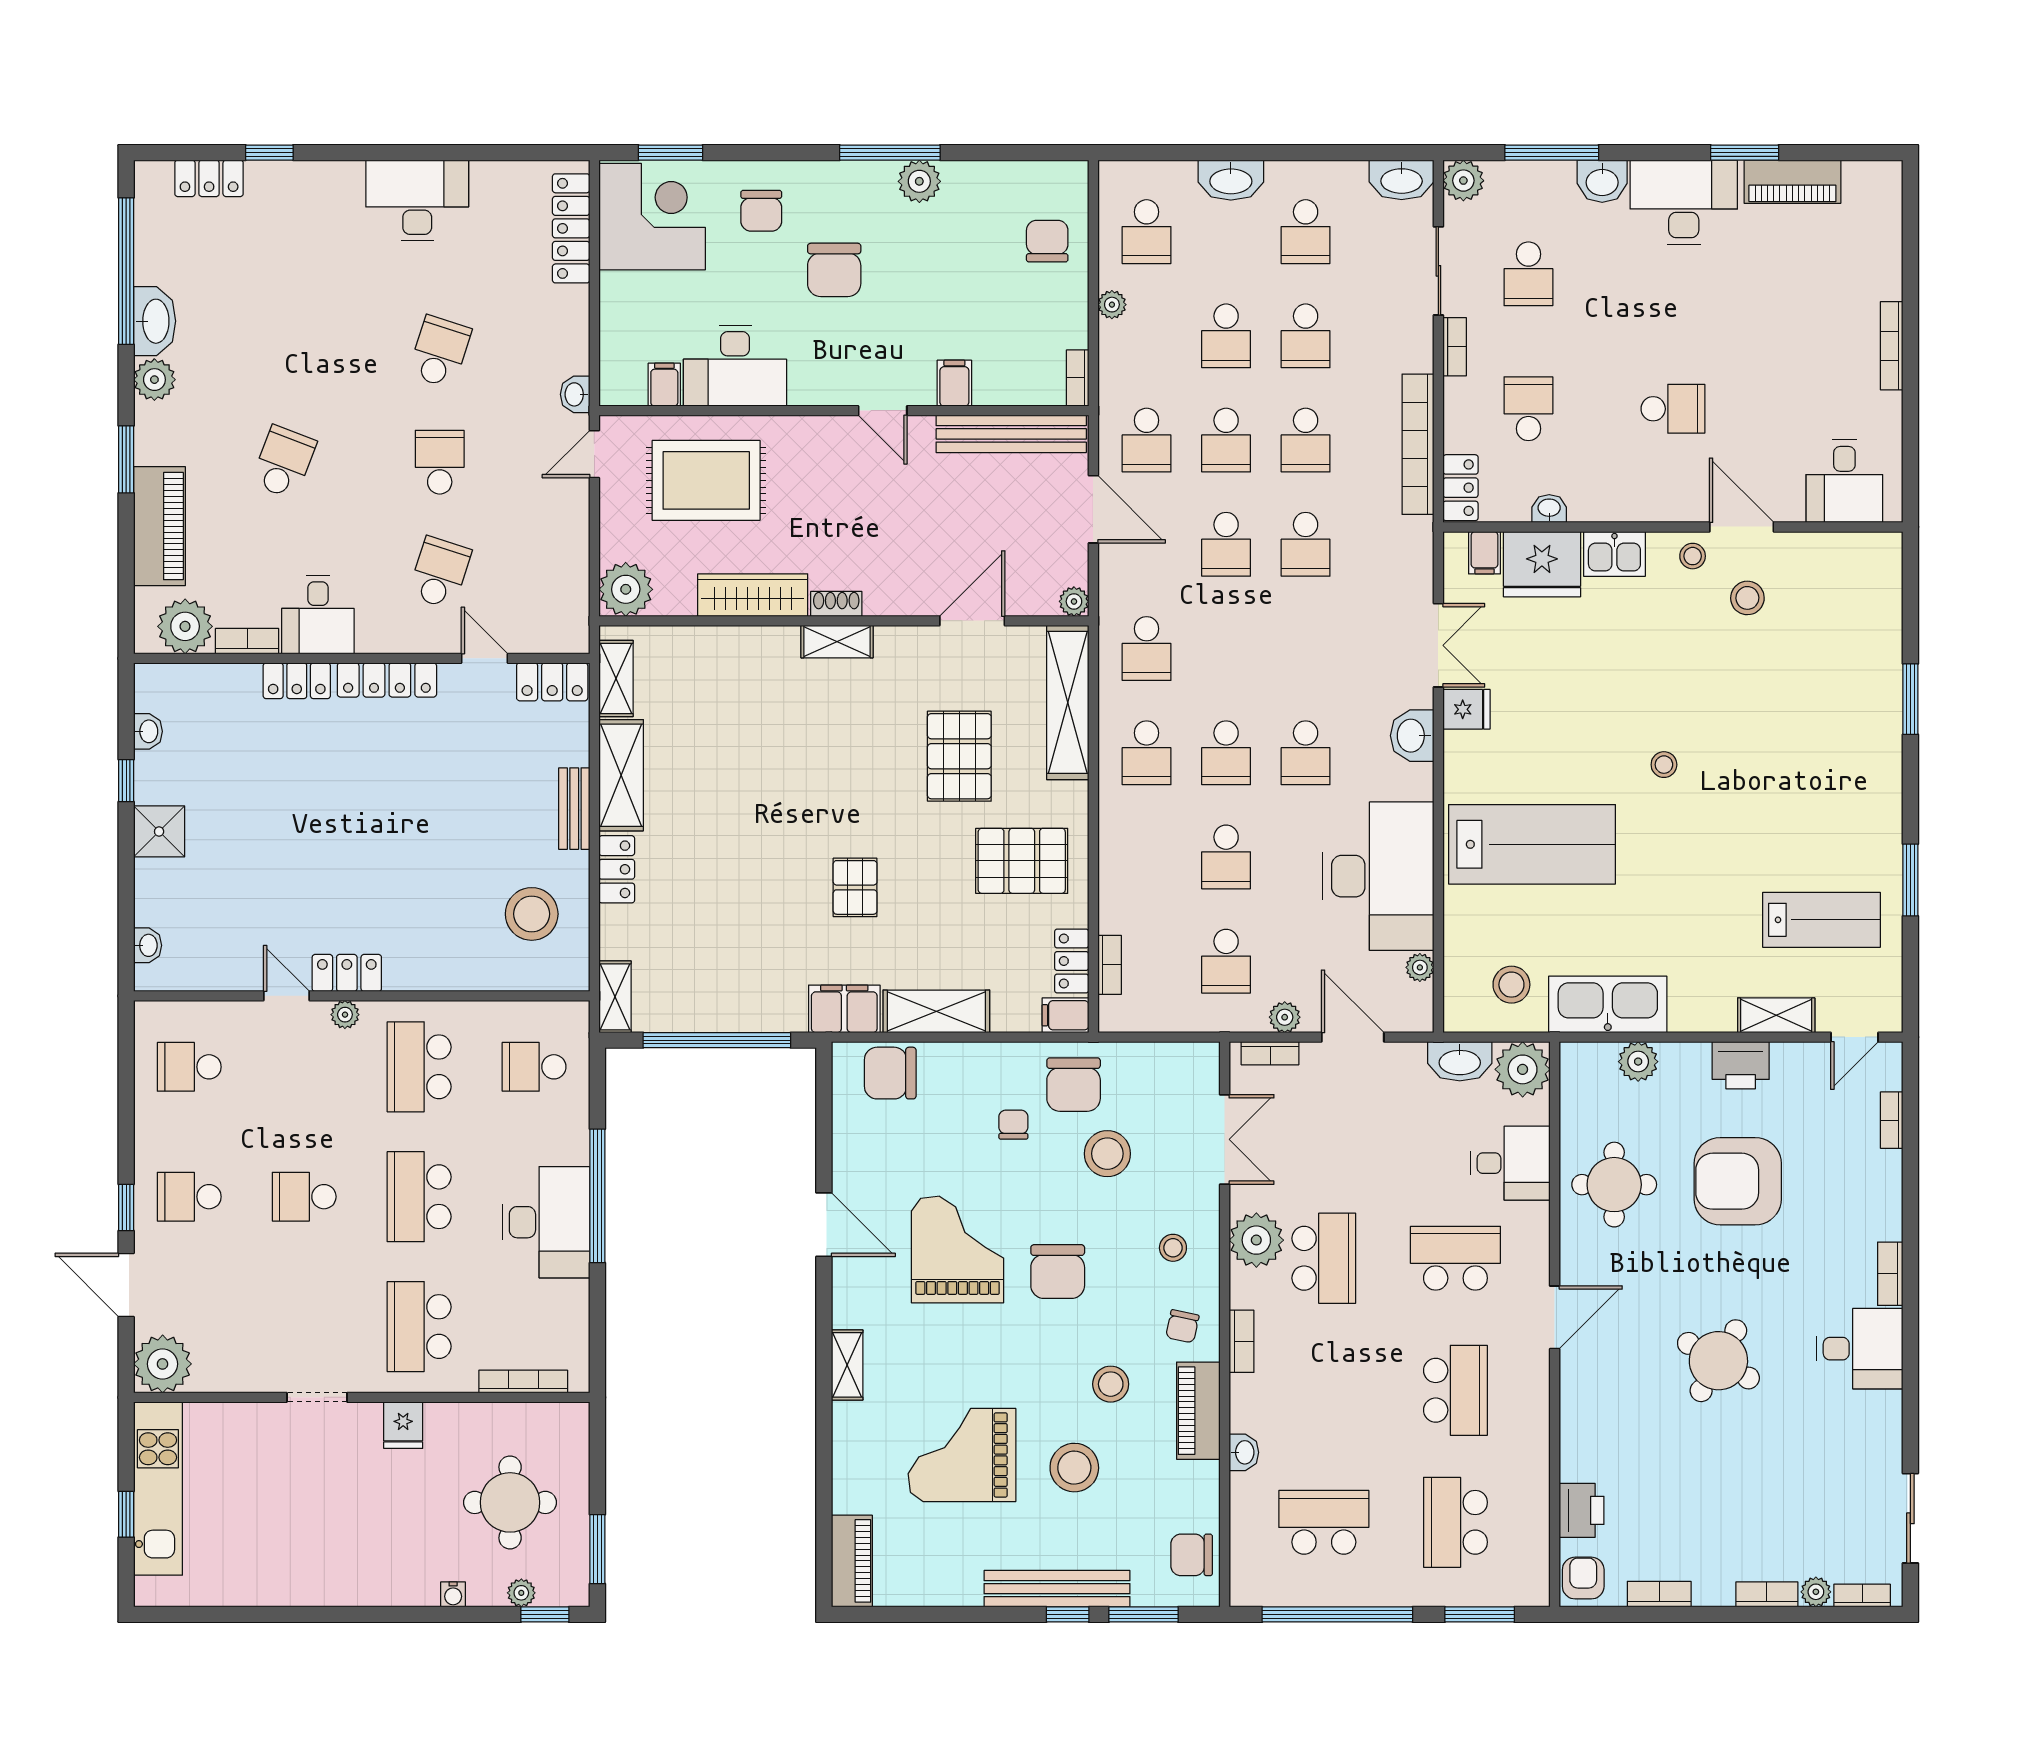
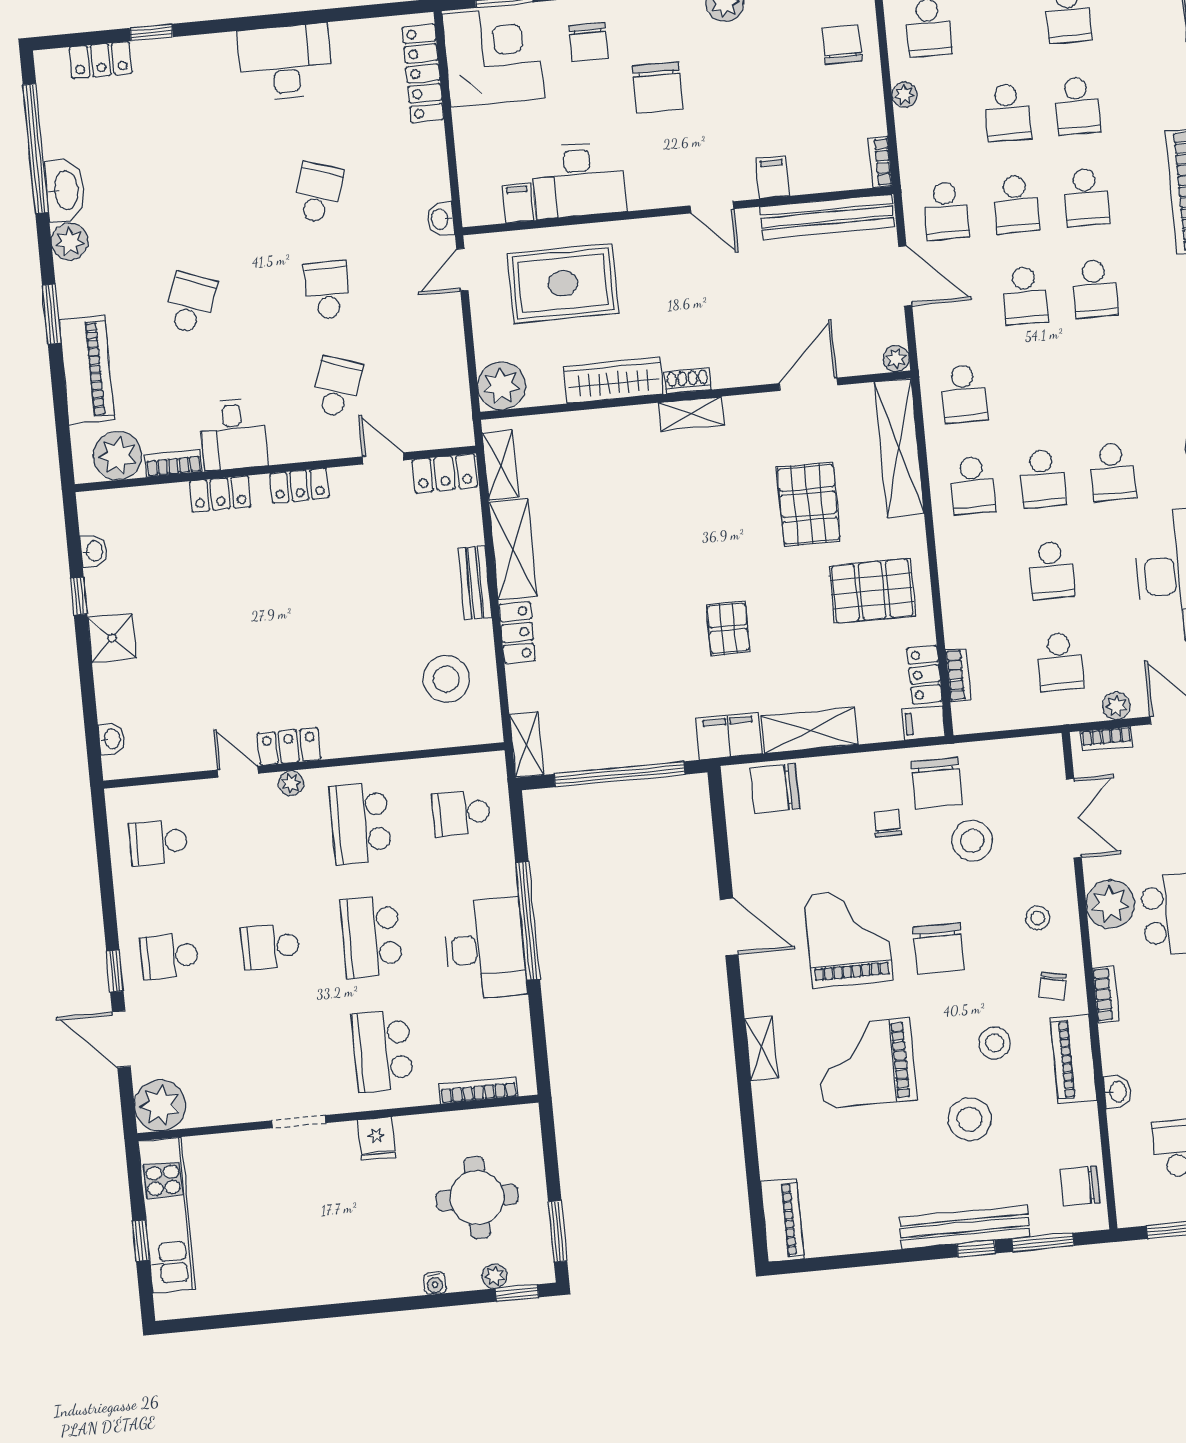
locker: (387, 680) -> (299, 486), width x0.66
grand piano: (962, 1455) -> (866, 1063), moved

